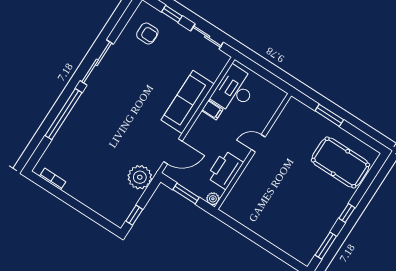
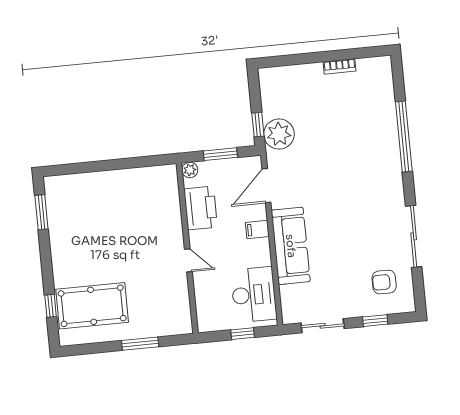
sliding door: (97, 62) -> (414, 236), moved
window: (261, 71) -> (243, 334), added
filing cabinet: (212, 110) -> (257, 229), moved
door: (258, 143) -> (188, 260), hinge flipped
bookcase: (53, 179) -> (340, 66), moved
window: (347, 213) -> (51, 306), moved
window: (134, 215) -> (258, 125), moved

